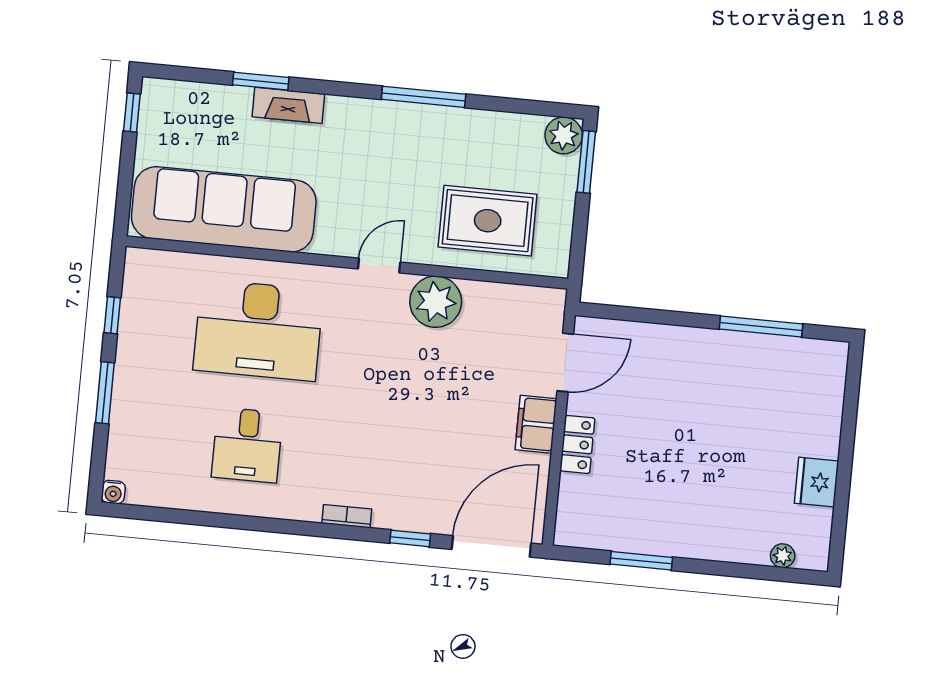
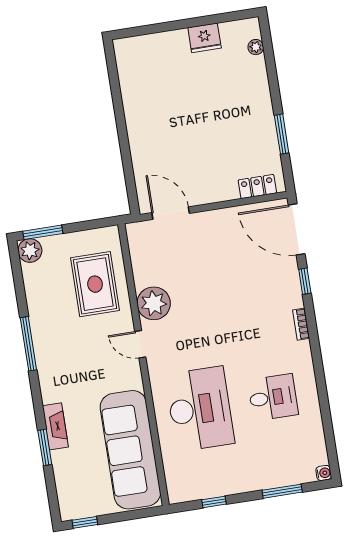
window: (761, 327) -> (117, 97), removed
window: (105, 393) -> (282, 491), moved
filing cabinet: (536, 424) -> (214, 221), removed
locker: (577, 444) -> (257, 186), moved

